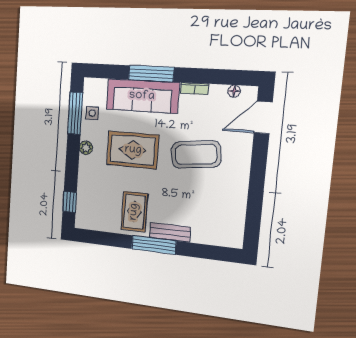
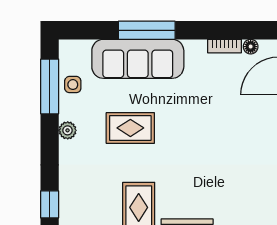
bookcase: (194, 89) -> (225, 46), moved
rug: (133, 150) -> (130, 128), width x0.73, depth x0.70
coffee table: (196, 154) -> (212, 127), removed

